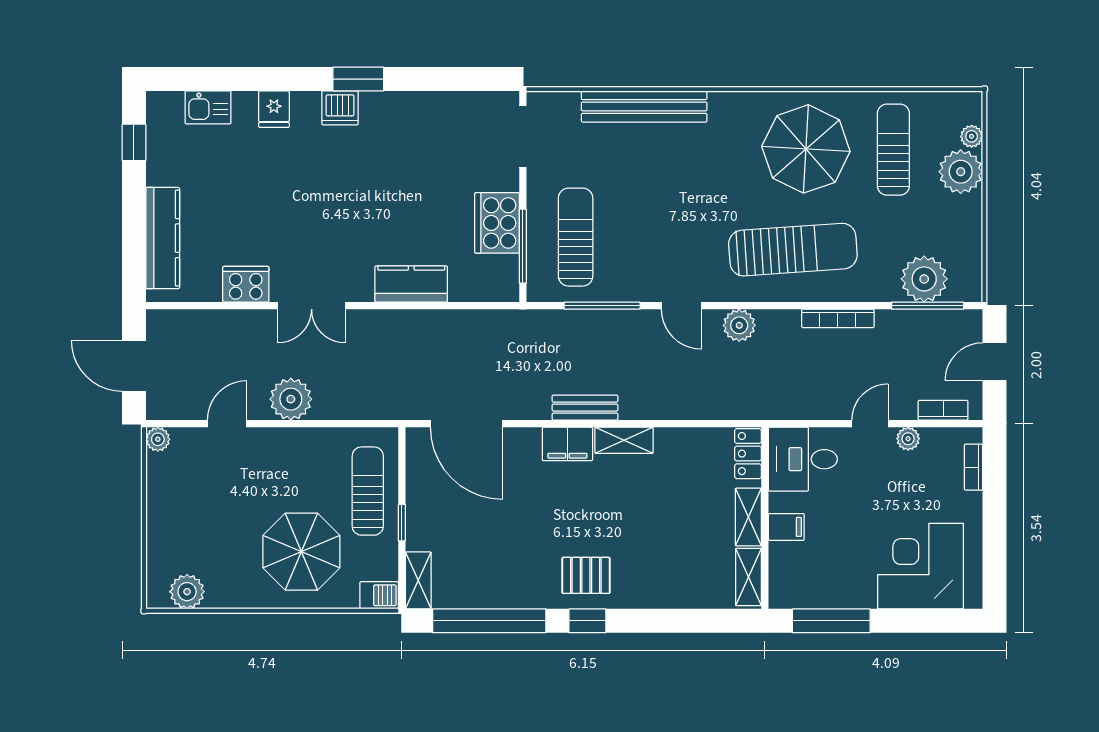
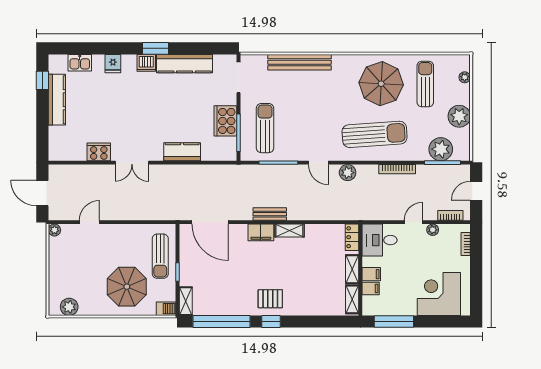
kitchen counter: (416, 109) -> (185, 64), added
plant: (961, 172) -> (459, 116), moved
kitchen counter: (163, 238) -> (57, 100), moved
plant: (291, 399) -> (121, 210), removed
sun lounger: (368, 491) -> (160, 256), turned 180
filing cabinet: (785, 555) -> (371, 289), added

